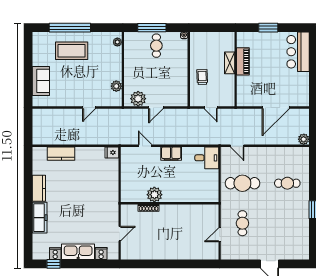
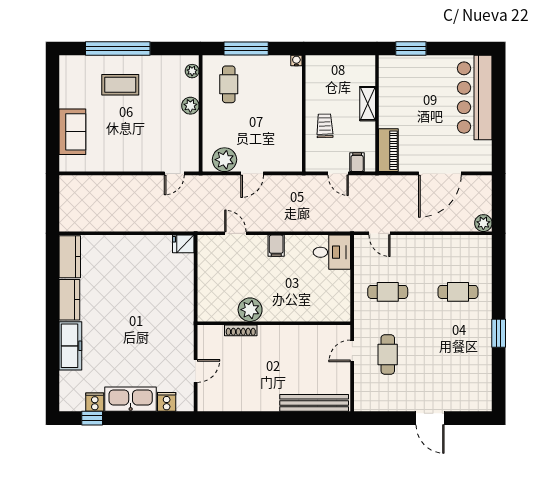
window: (268, 28) -> (411, 49), moved
cafe table: (156, 46) -> (229, 84), moved
coffee table: (72, 51) -> (120, 85), width x0.73, depth x0.76
bar counter: (298, 52) -> (475, 98), width x1.36
piano: (243, 61) -> (388, 150), moved
plant: (116, 86) -> (190, 106), moved
filing cabinet: (223, 100) -> (357, 162), added
door: (89, 107) -> (174, 173), moved
kitchen counter: (61, 154) -> (70, 257), moved, turned -90
filing cabinet: (171, 154) -> (276, 246), width x0.50
cafe table: (242, 183) -> (388, 292), width x0.73, depth x0.74
door: (220, 235) -> (352, 351), moved
bench: (195, 254) -> (314, 403), added

